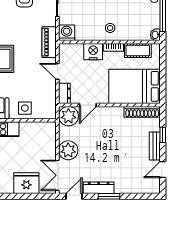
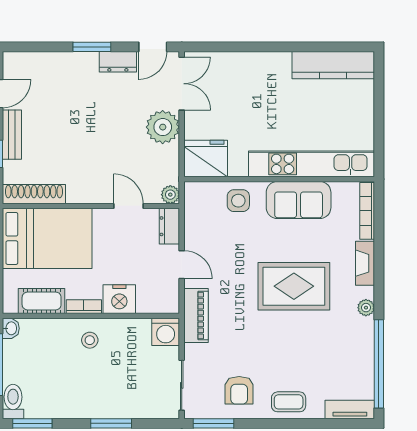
door: (88, 105) -> (128, 206), hinge flipped
plant: (68, 116) -> (170, 195), width x0.53, depth x0.53
fridge: (26, 183) -> (206, 158), moved, turned 180
dresser: (99, 188) -> (118, 62), width x0.70

